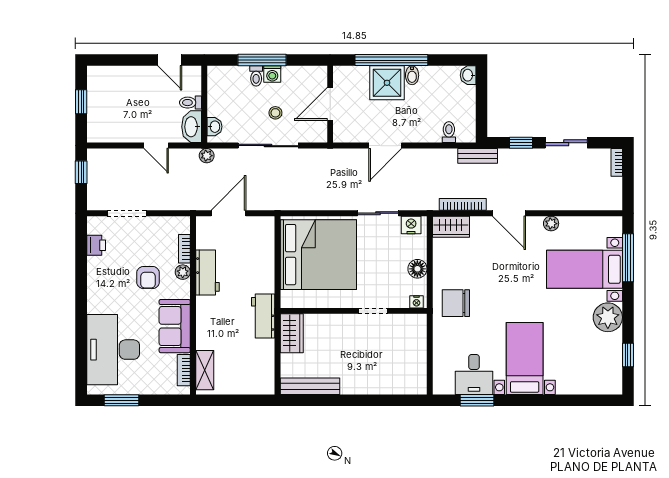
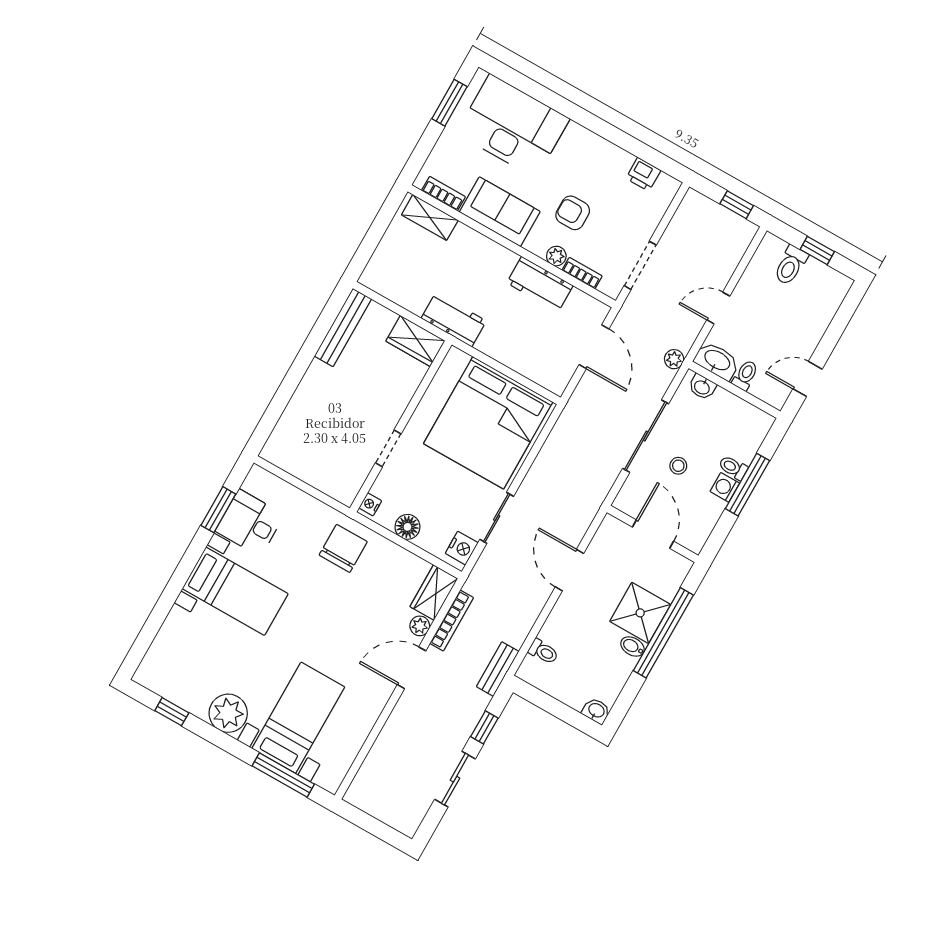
toilet: (101, 114) -> (791, 265), added
bookcase: (617, 162) -> (400, 824), removed
doorway: (127, 213) -> (640, 265), moved
plant: (551, 224) -> (420, 626), moved

